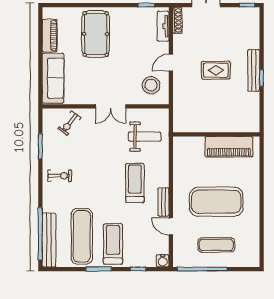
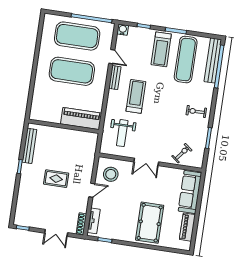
bench: (254, 70) -> (29, 146), moved
double door: (111, 106) -> (146, 162), swing flipped
weight bench: (145, 137) -> (122, 133), turned -90
piano: (229, 147) -> (81, 119), moved
treadmill: (135, 183) -> (136, 96), turned 180
exercise mat: (216, 245) -> (77, 36), width x2.00, depth x1.45

